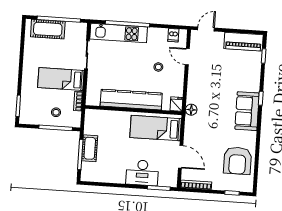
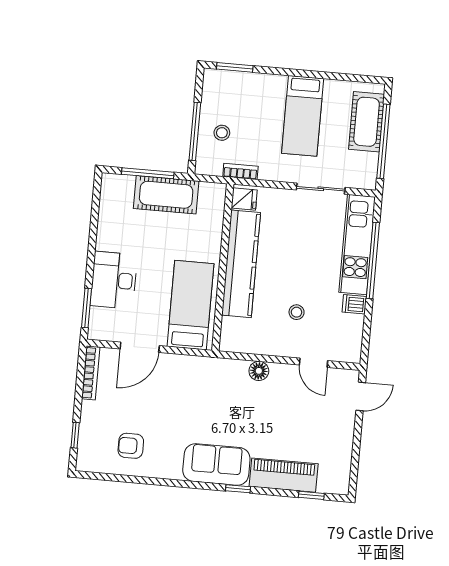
door: (206, 29) -> (361, 396), hinge flipped
dishwasher: (173, 35) -> (354, 304), moved
piano: (244, 42) -> (284, 475), moved, turned 90
door: (187, 57) -> (313, 363), swing flipped
bed: (61, 79) -> (303, 116), moved, turned 180
fridge: (176, 104) -> (244, 199), moved
floor lamp: (191, 110) -> (259, 371), moved
cot: (90, 148) -> (166, 195), width x1.37, depth x1.34
armchair: (237, 161) -> (131, 446), width x0.53, depth x0.53

